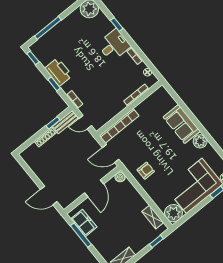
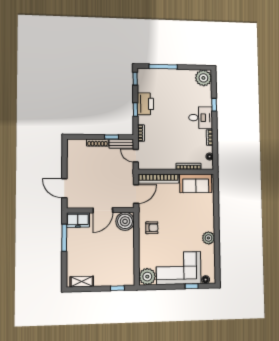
sofa: (182, 124) -> (196, 183), moved, turned -90
door: (111, 153) -> (136, 194), swing flipped
boiler: (120, 177) -> (125, 221), width x1.86, depth x1.86
shelving: (153, 217) -> (130, 267), removed
freezer: (84, 223) -> (78, 220), moved, turned 90

